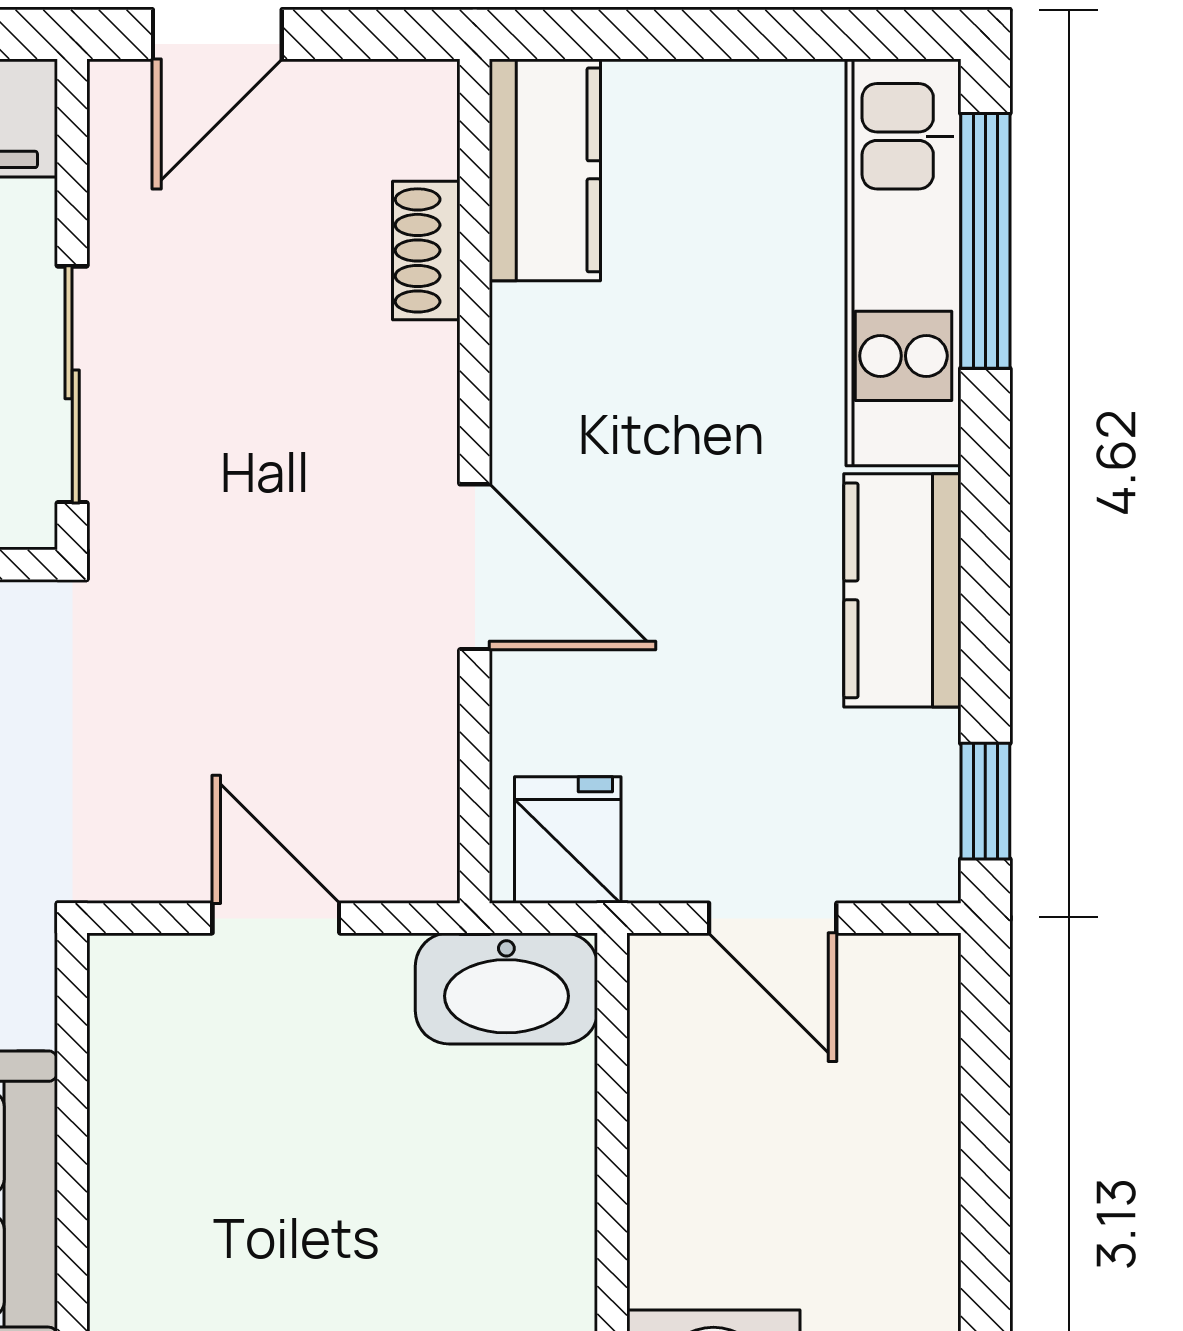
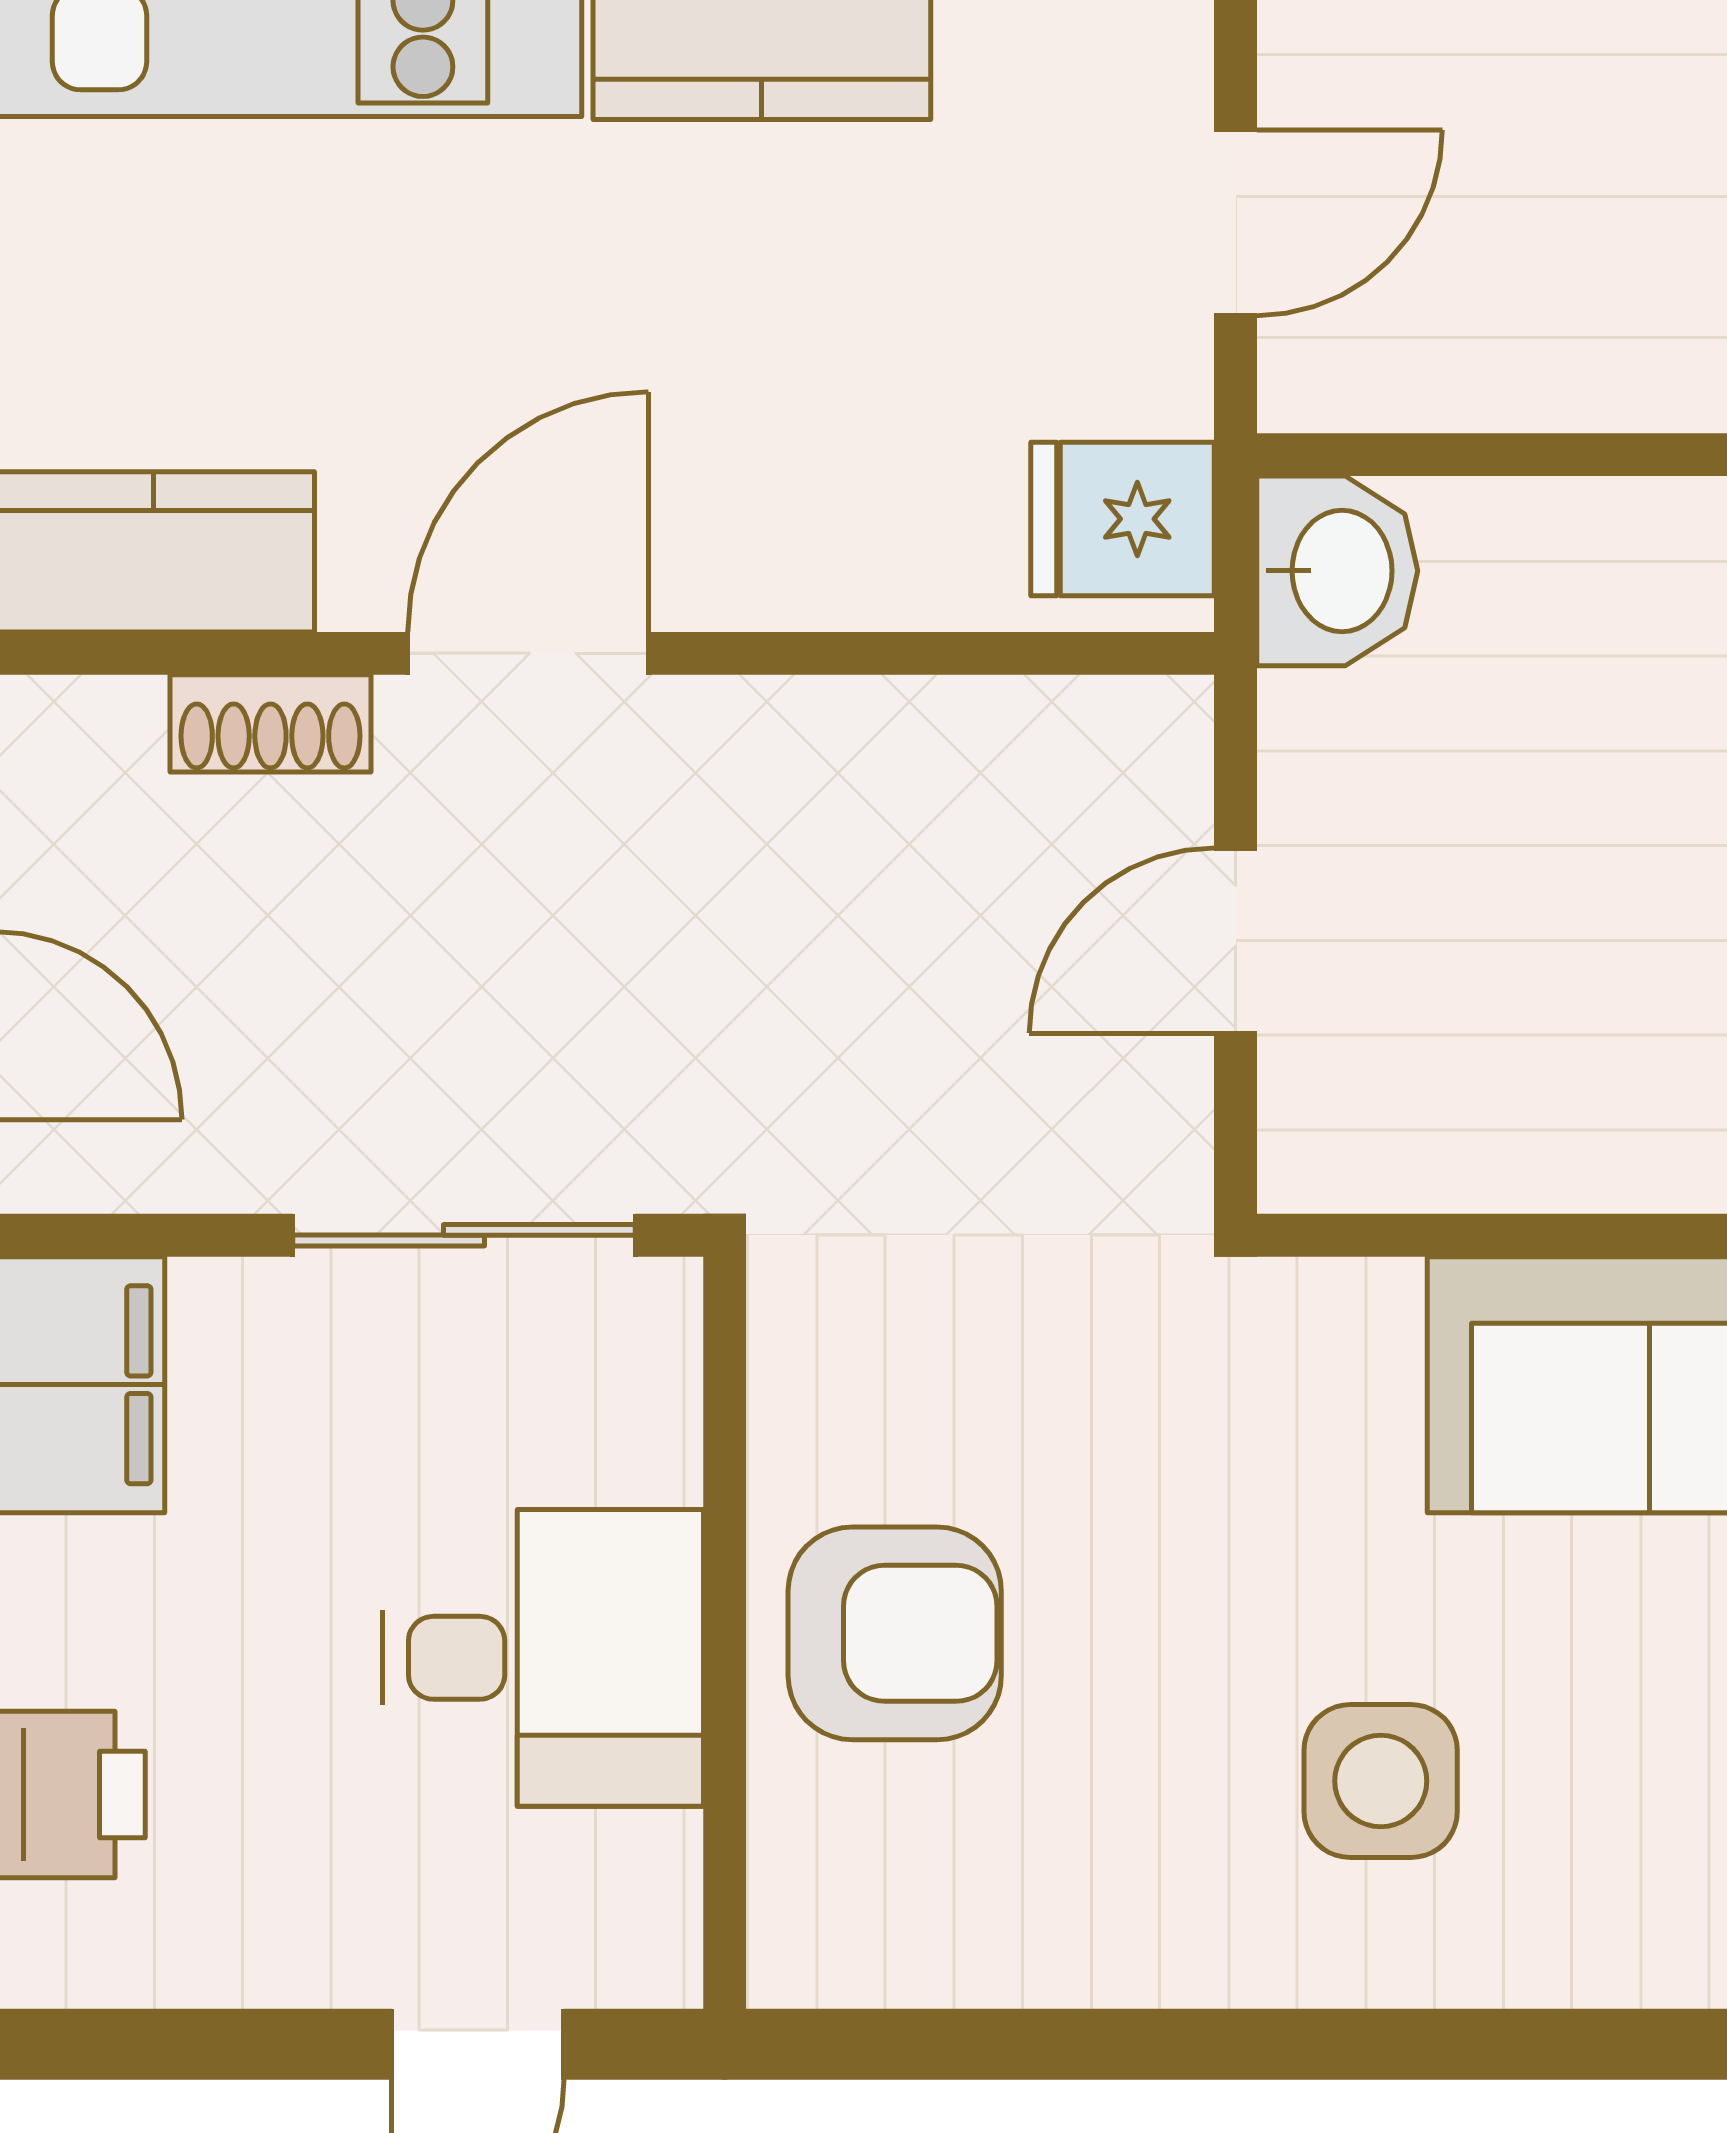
door: (475, 567) -> (528, 653), moved
washbasin: (506, 988) -> (1337, 571), width x0.72

